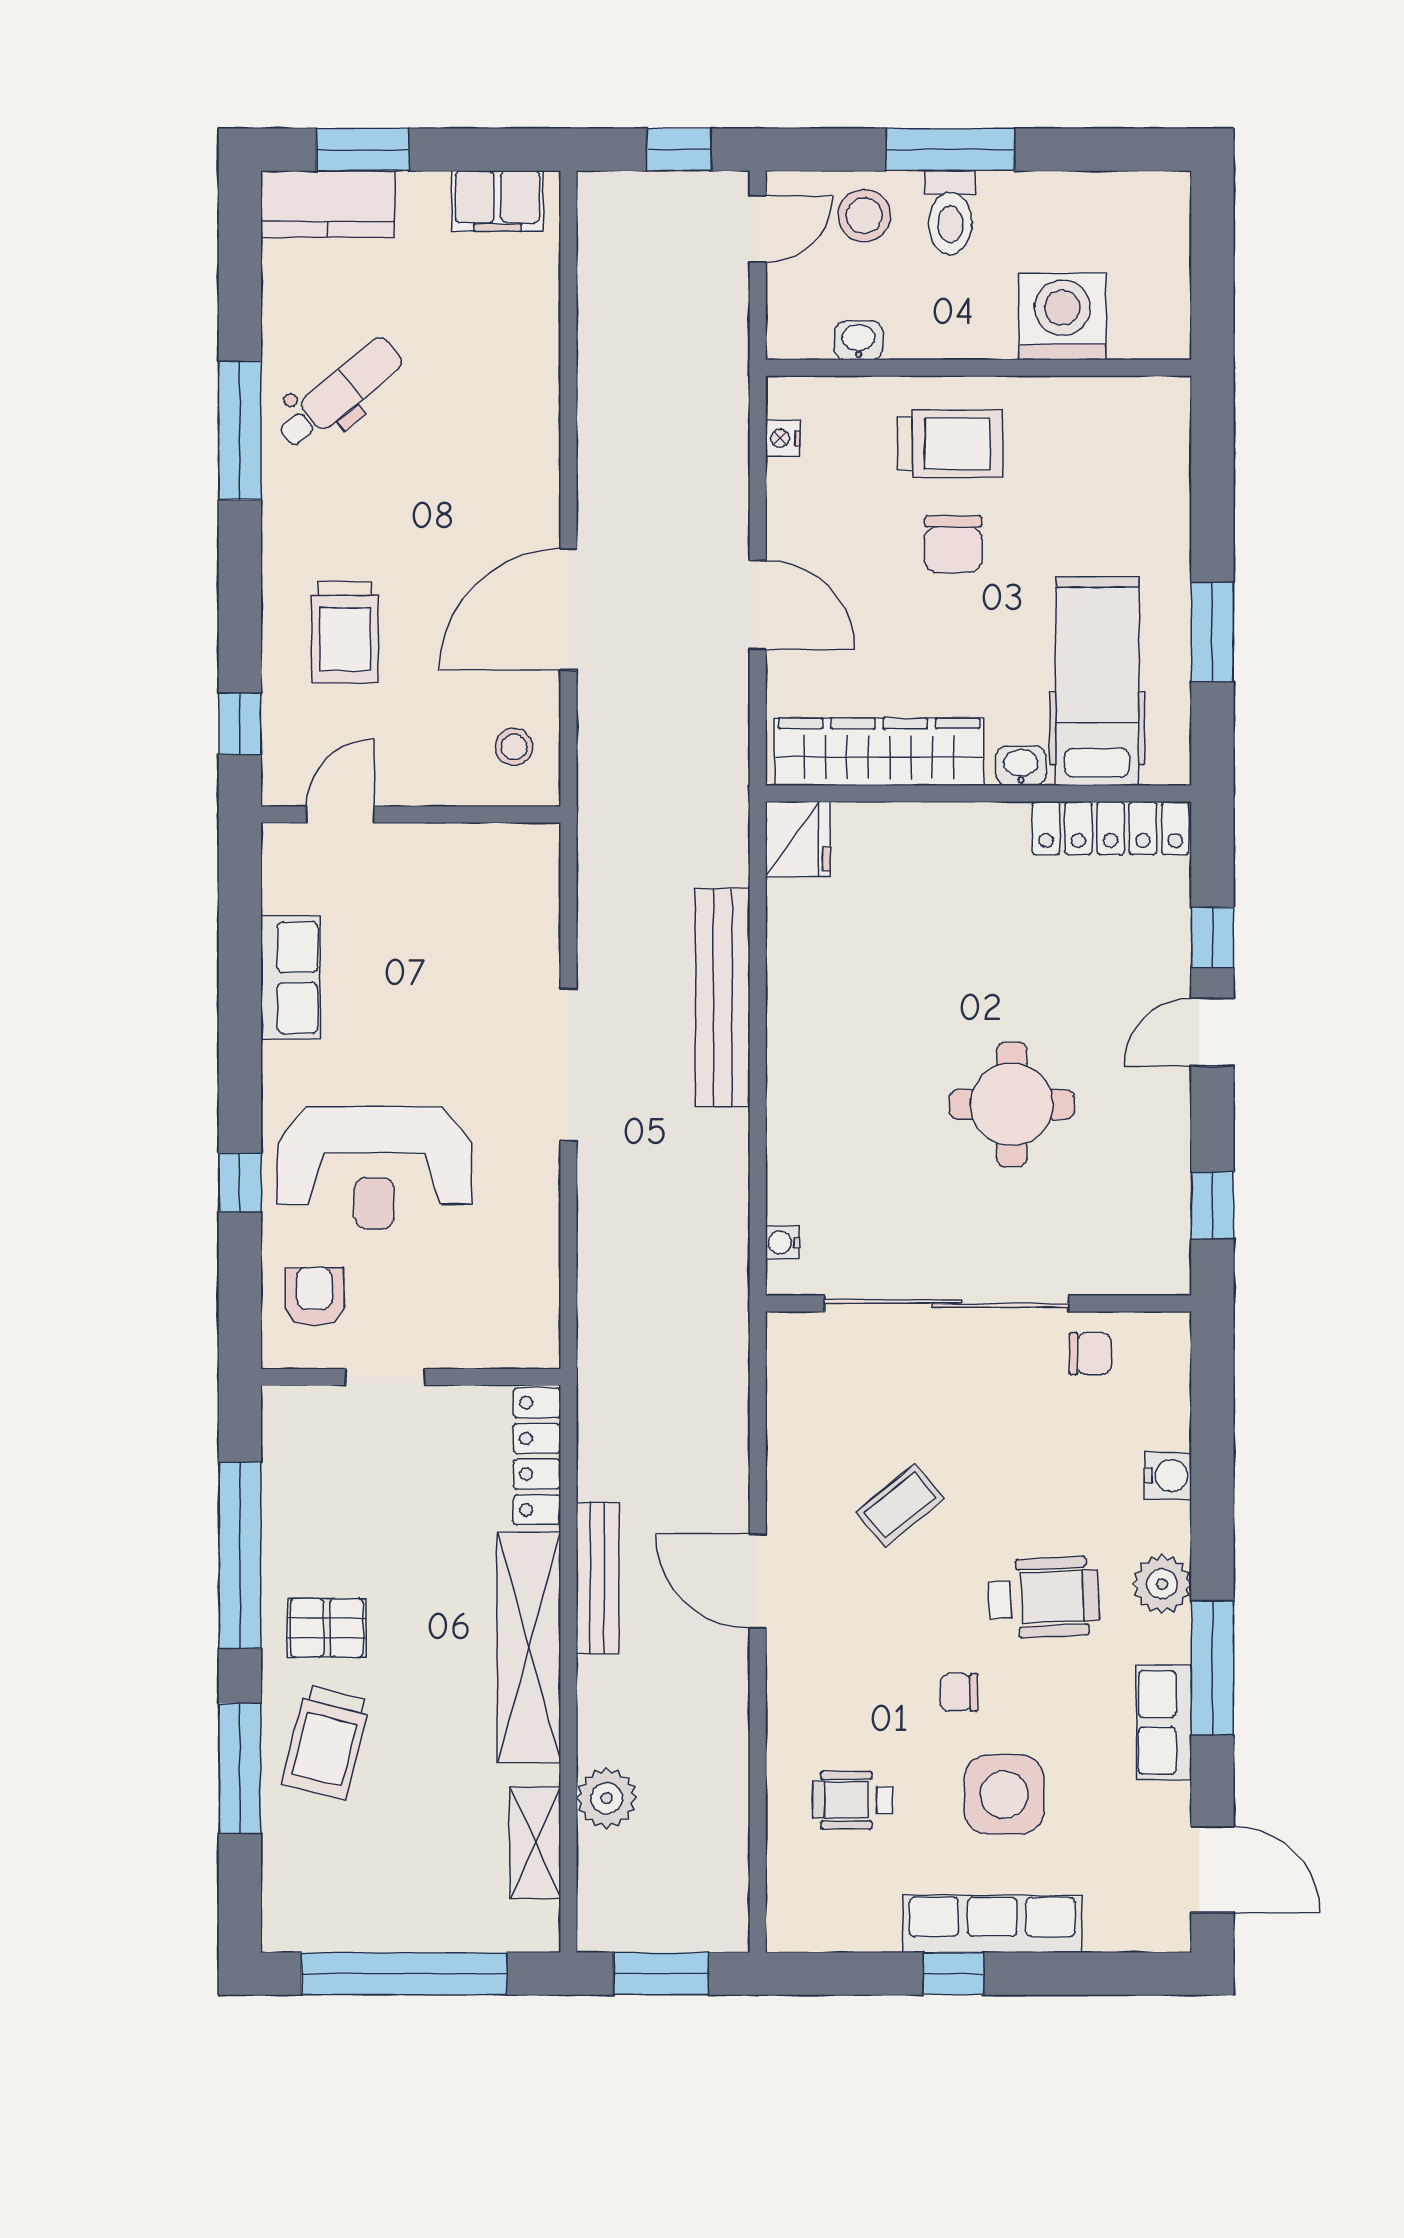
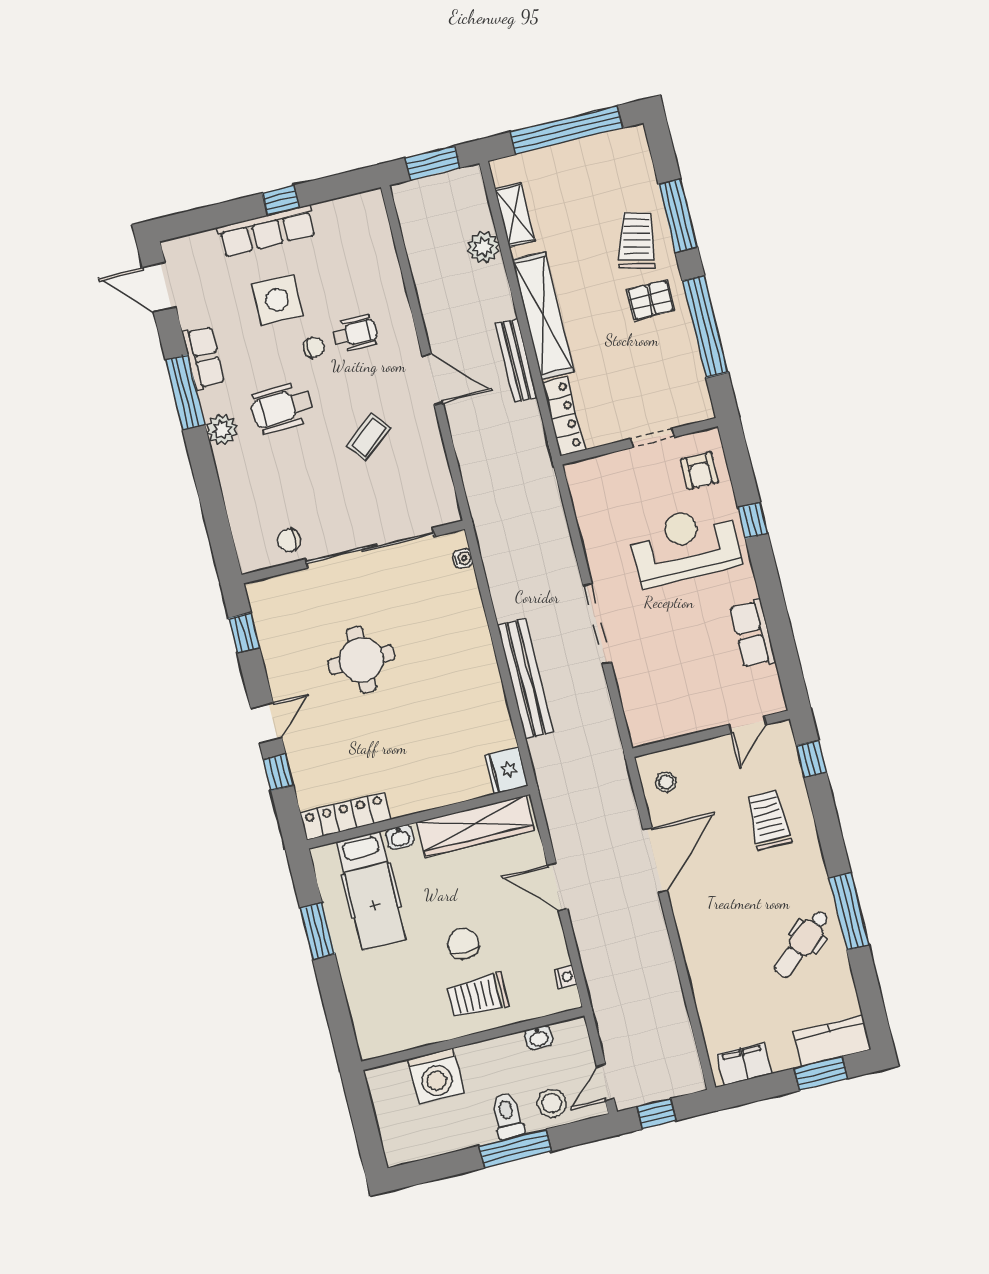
water cooler: (1168, 1475) -> (233, 487), removed
wheelchair: (853, 1800) -> (355, 334), moved

